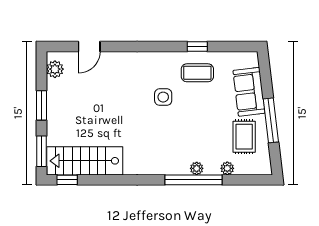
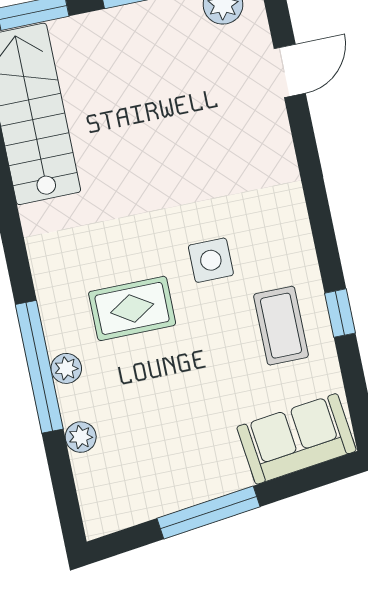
door: (89, 46) -> (290, 71), swing flipped
sofa: (249, 92) -> (296, 439), moved
rug: (244, 137) -> (132, 308), moved

